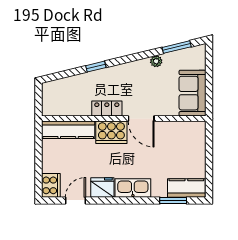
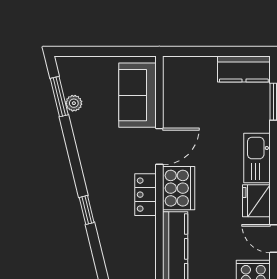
plant: (156, 61) -> (74, 103), moved
sofa: (192, 93) -> (137, 95), moved, turned 90
kitchen counter: (186, 188) -> (244, 69), moved, turned -90

